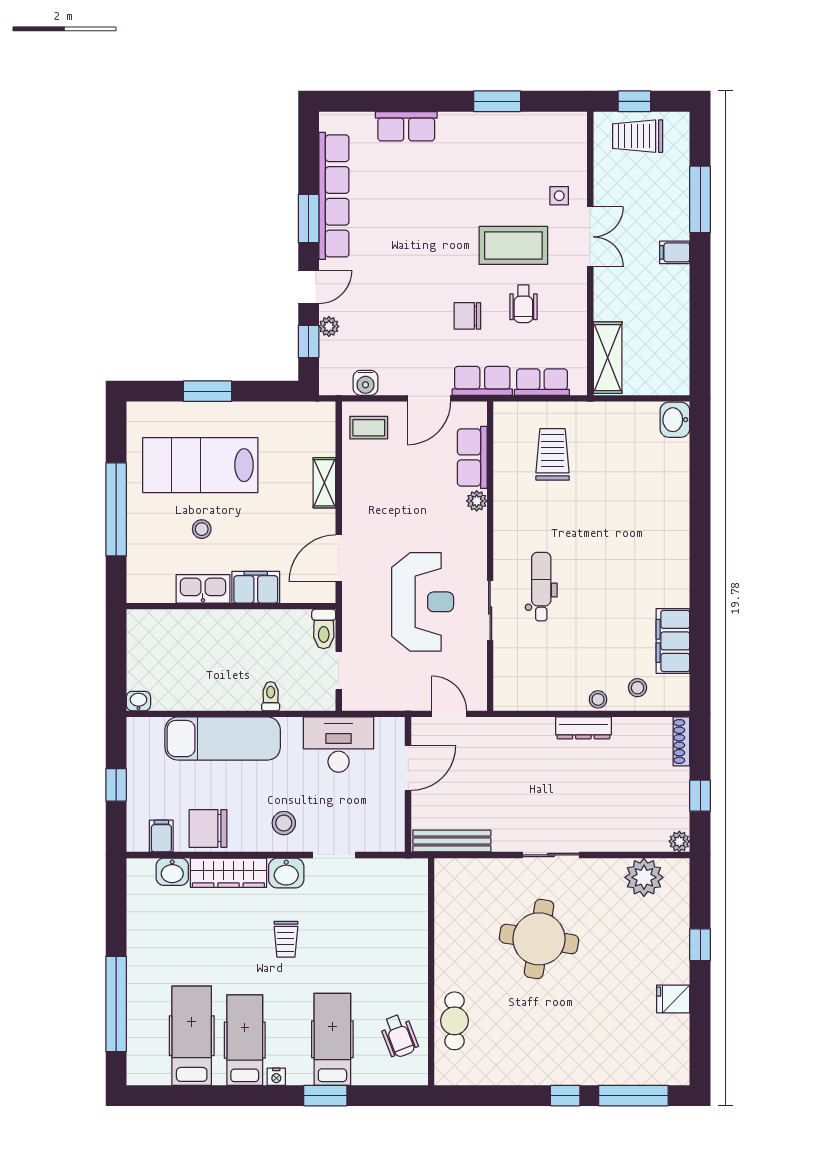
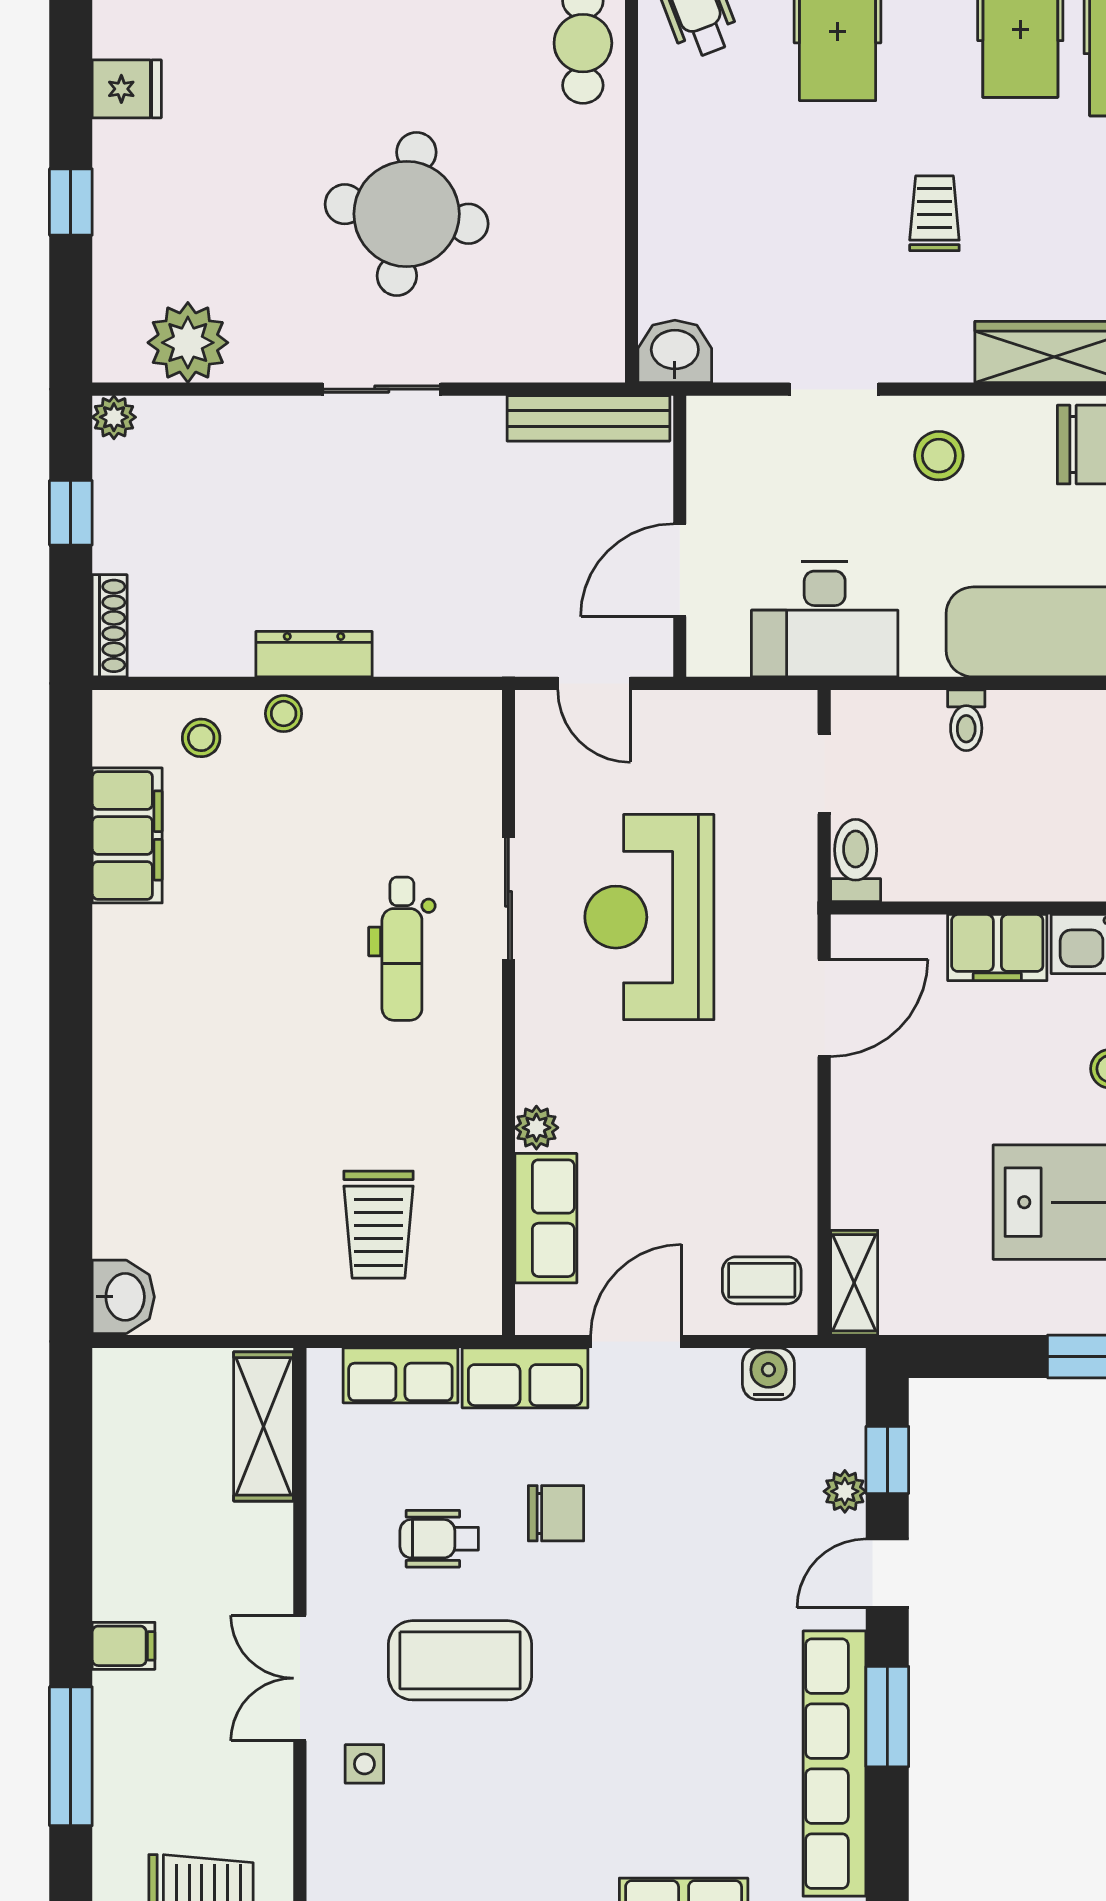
wheelchair: (523, 304) -> (439, 1539), turned -90
shelving: (324, 483) -> (854, 1283), moved
washbasin: (286, 873) -> (675, 351), moved

